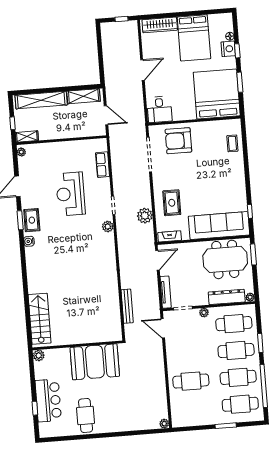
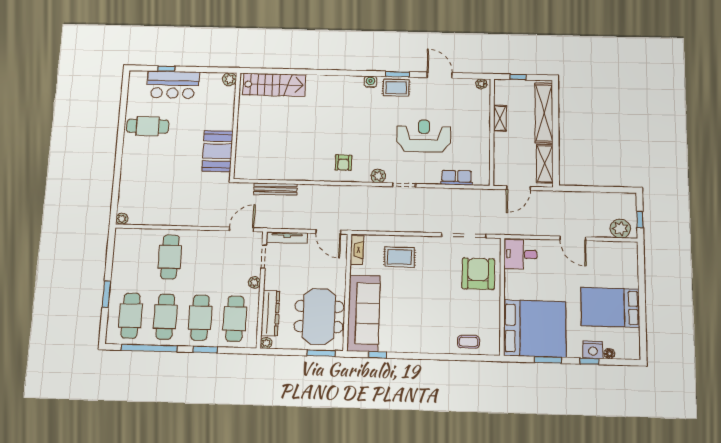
wardrobe: (160, 25) -> (630, 266), removed
shelving: (27, 136) -> (500, 118), moved
plant: (145, 216) -> (620, 228), moved
armchair: (100, 255) -> (343, 163), added
booth: (95, 362) -> (217, 151), width x0.73, depth x0.70

